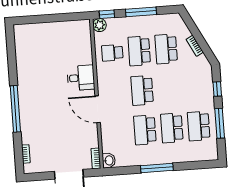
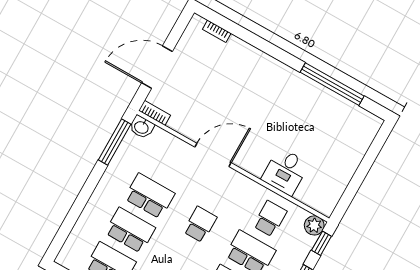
desk: (81, 78) -> (285, 172), moved
school desk: (142, 90) -> (200, 224), width x0.54
window: (15, 109) -> (332, 84), moved
window: (157, 168) -> (115, 142), moved

